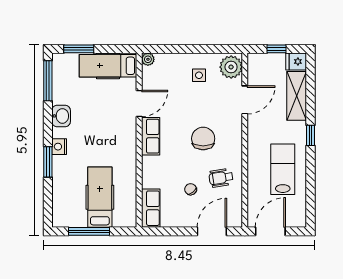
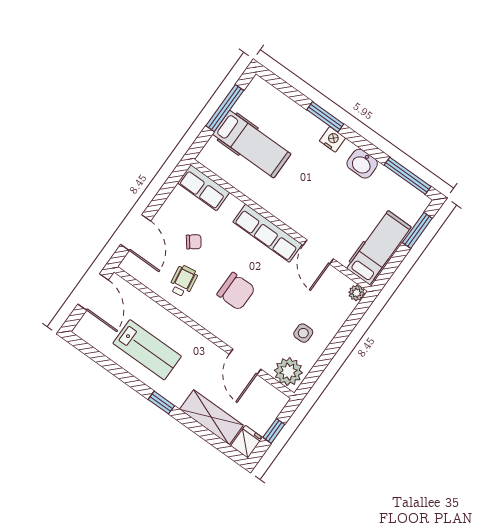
row of seats: (151, 136) -> (267, 233), width x1.48

